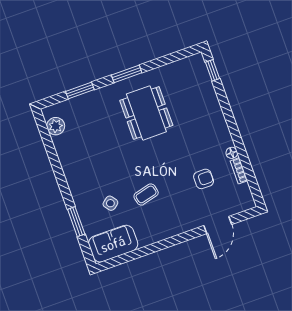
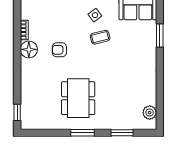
floor lamp: (232, 153) -> (29, 49), width x1.89, depth x1.89
armchair: (204, 179) -> (59, 50), moved
side table: (110, 203) -> (95, 15), moved

